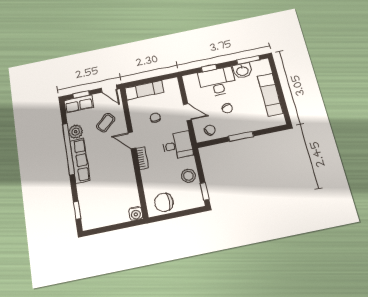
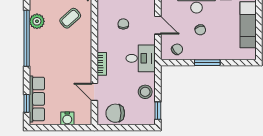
door: (132, 140) -> (94, 92), moved
row of seats: (80, 161) -> (37, 99), moved
water cooler: (136, 213) -> (67, 118), moved

